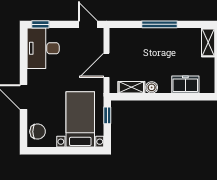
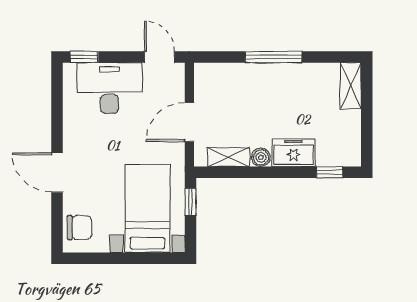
desk: (43, 48) -> (109, 88), moved, turned 90
freezer: (185, 85) -> (294, 153), moved
window: (195, 97) -> (329, 172), added

